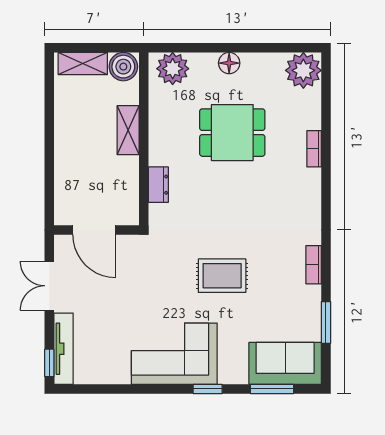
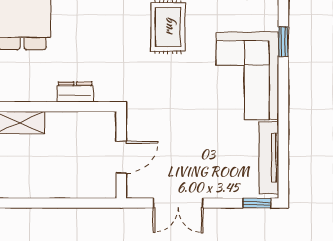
door: (94, 230) -> (121, 157), width x0.73
tv unit: (64, 349) -> (269, 158), moved, turned -90

